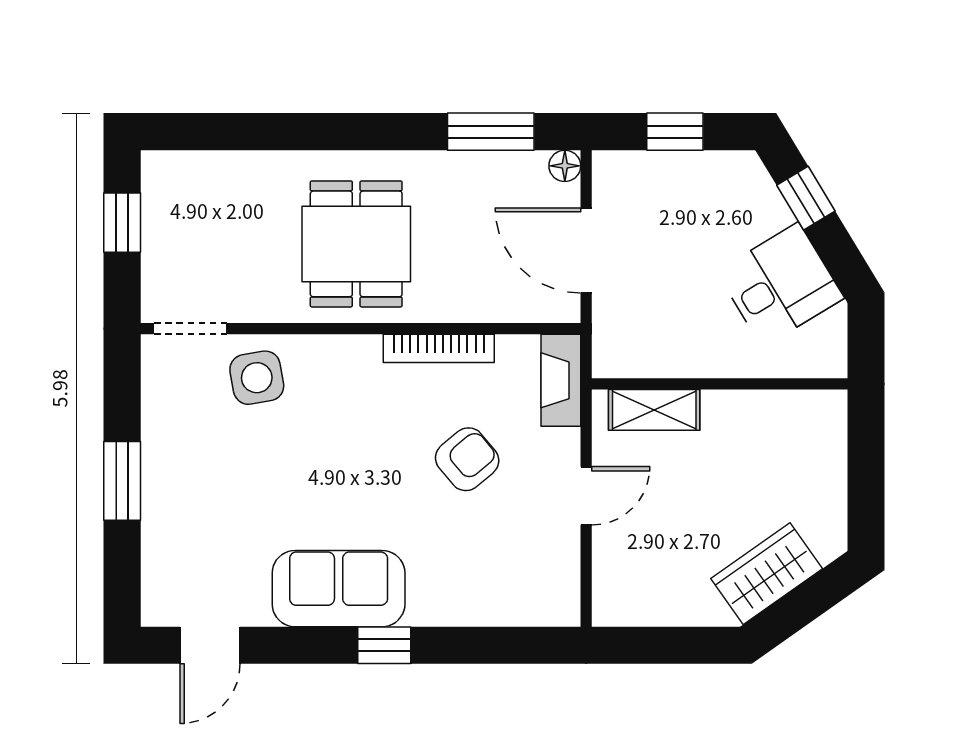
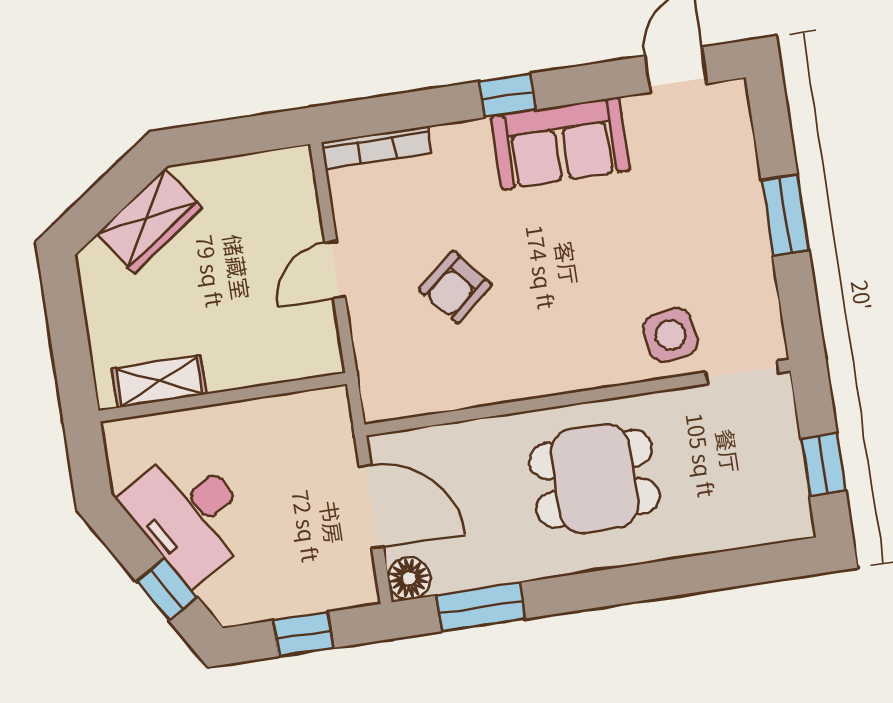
floor lamp: (565, 166) -> (409, 578), width x1.37, depth x1.37
dining table: (356, 244) -> (594, 479), turned 90
desk: (780, 285) -> (189, 514), width x1.37
bookcase: (439, 348) -> (377, 148), moved, turned 180
fireplace: (561, 380) -> (376, 377), removed
shelving: (654, 410) -> (159, 381), moved

